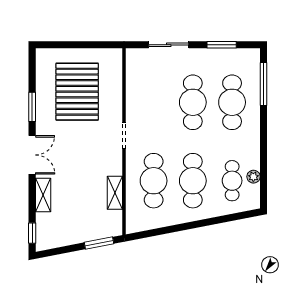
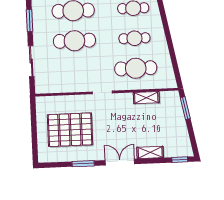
cafe table: (193, 181) -> (134, 38), width x0.73, depth x0.74

